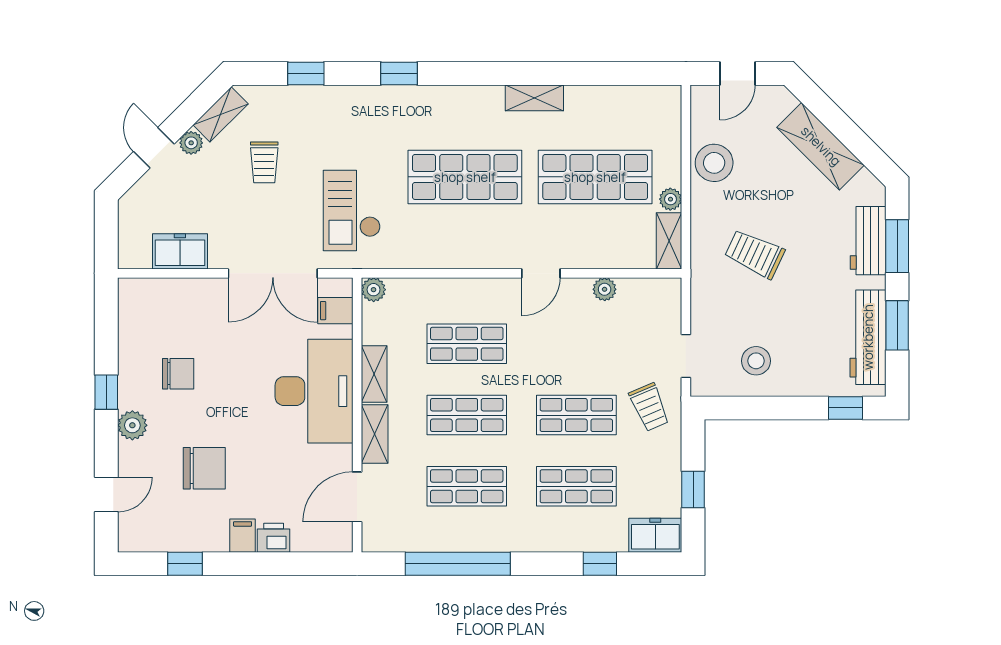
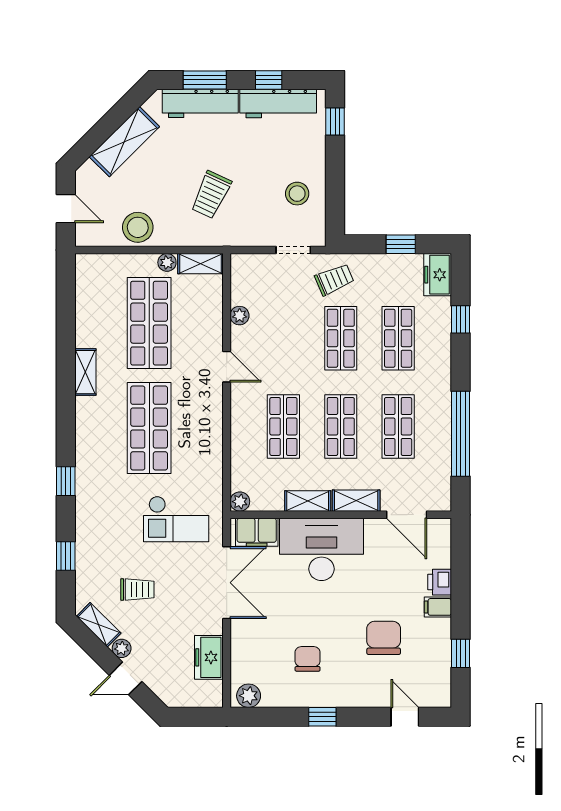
workbench: (868, 241) -> (200, 103), width x1.38
filing cabinet: (335, 311) -> (257, 532), width x2.00
window: (897, 325) -> (269, 80), width x0.67
plant: (132, 425) -> (249, 696), moved

